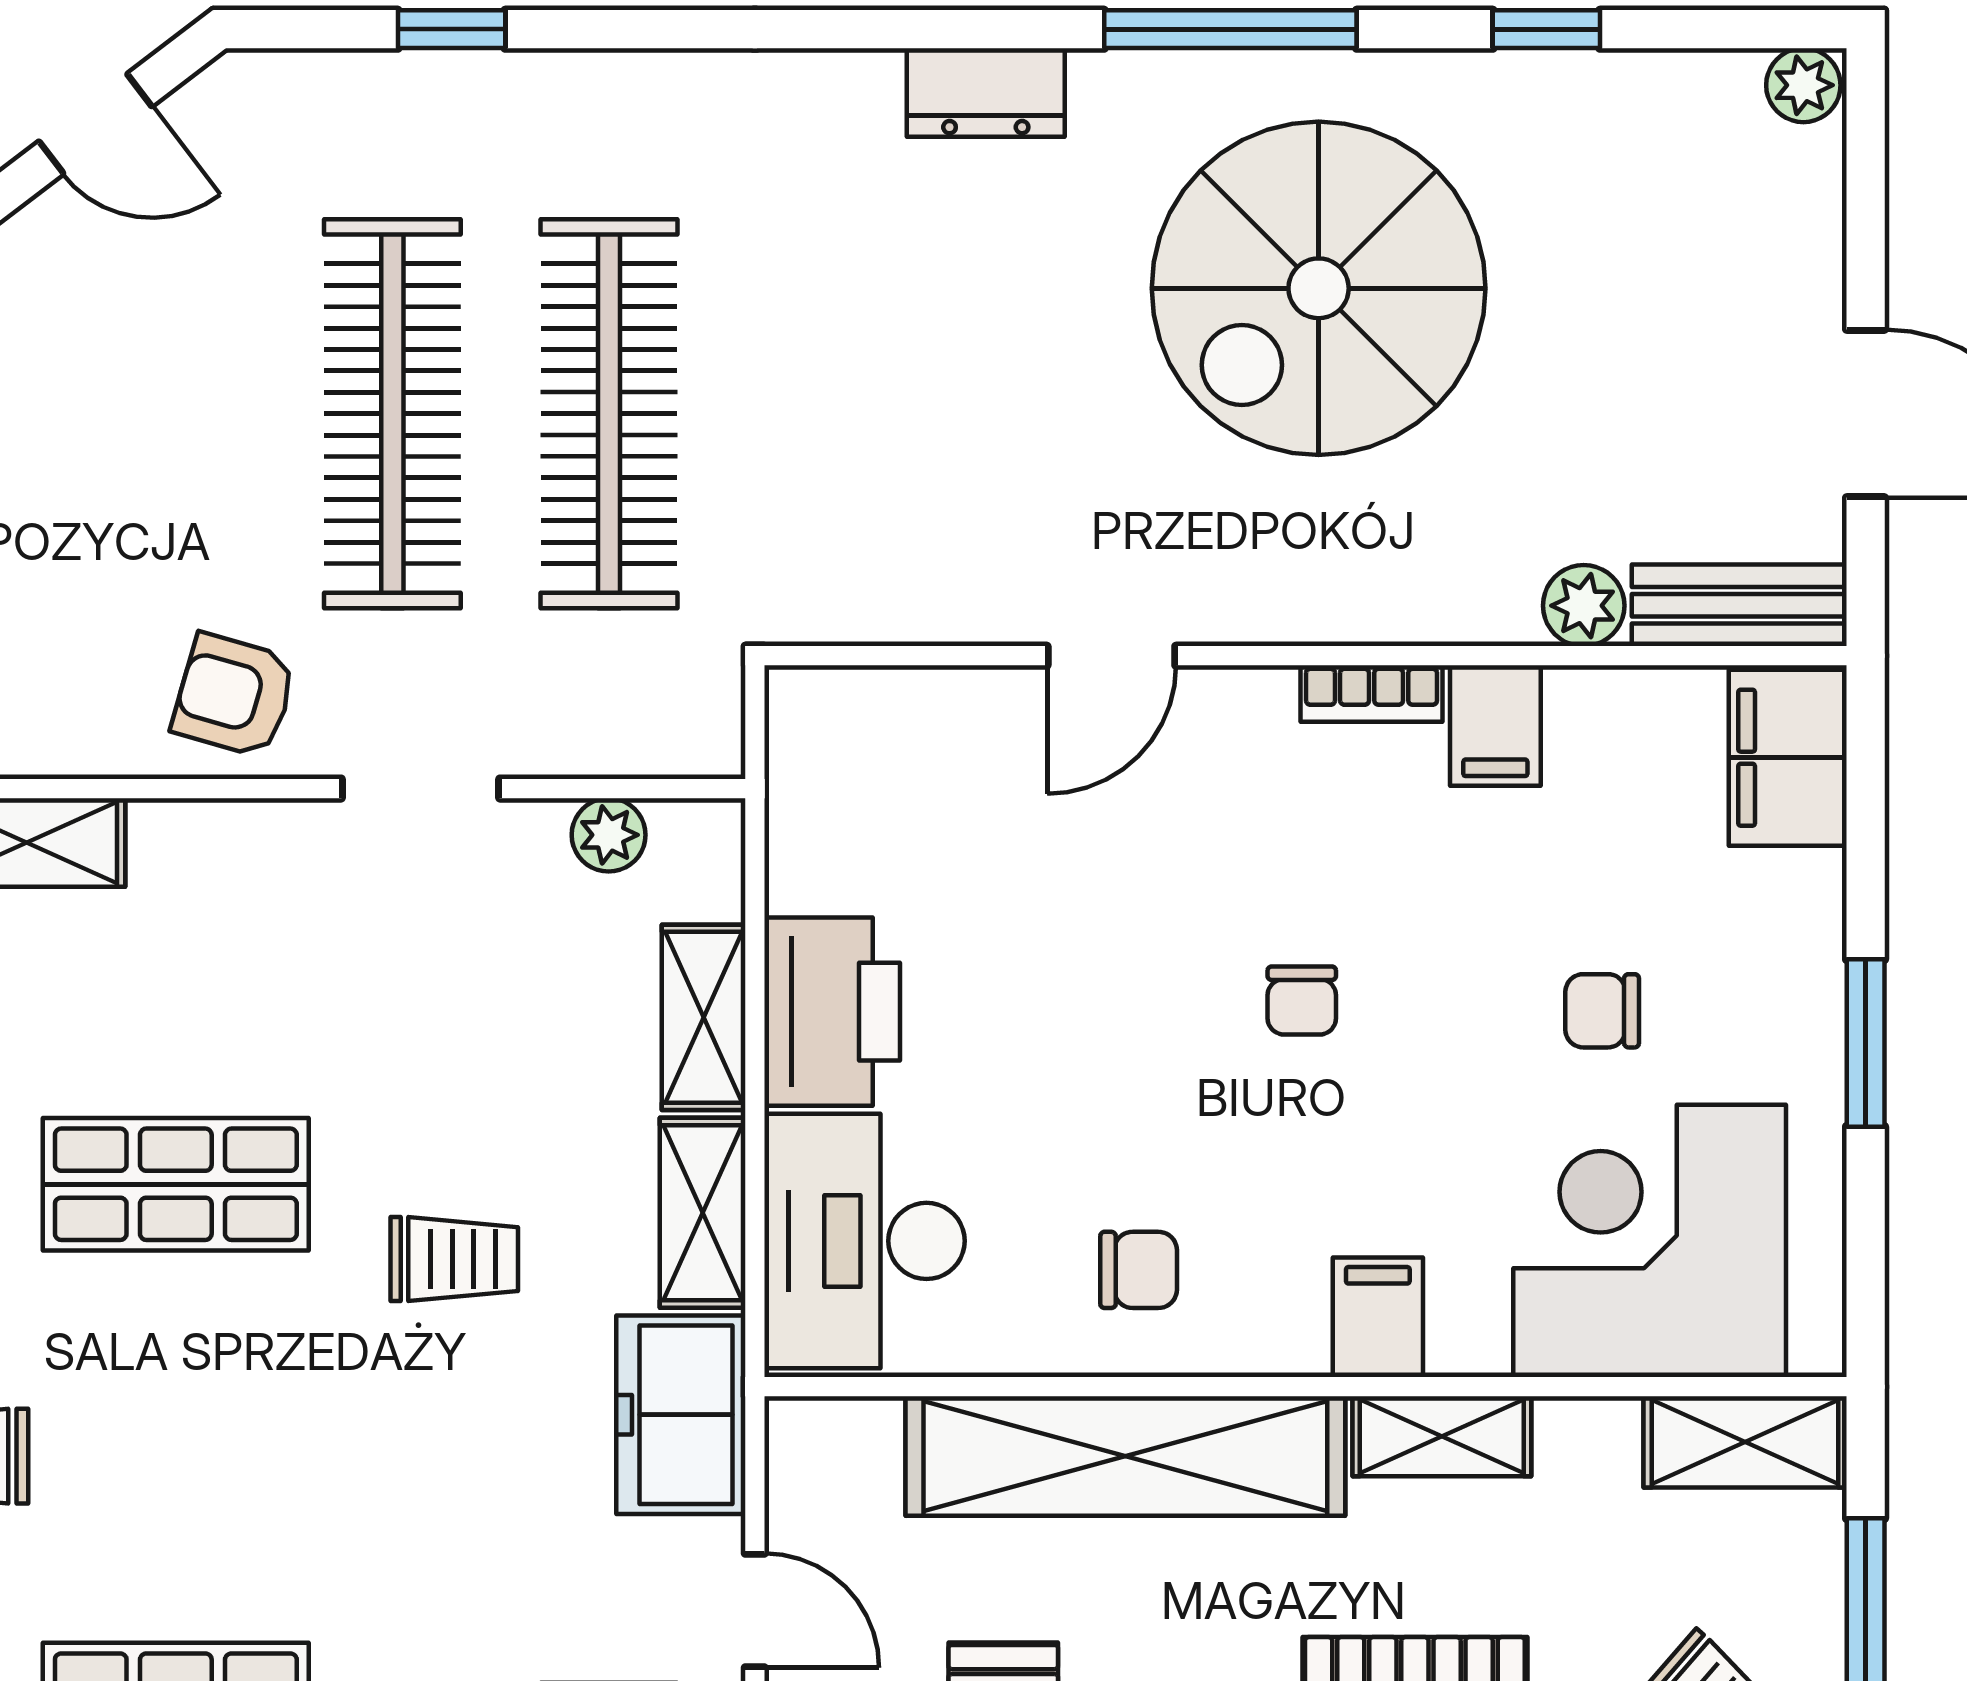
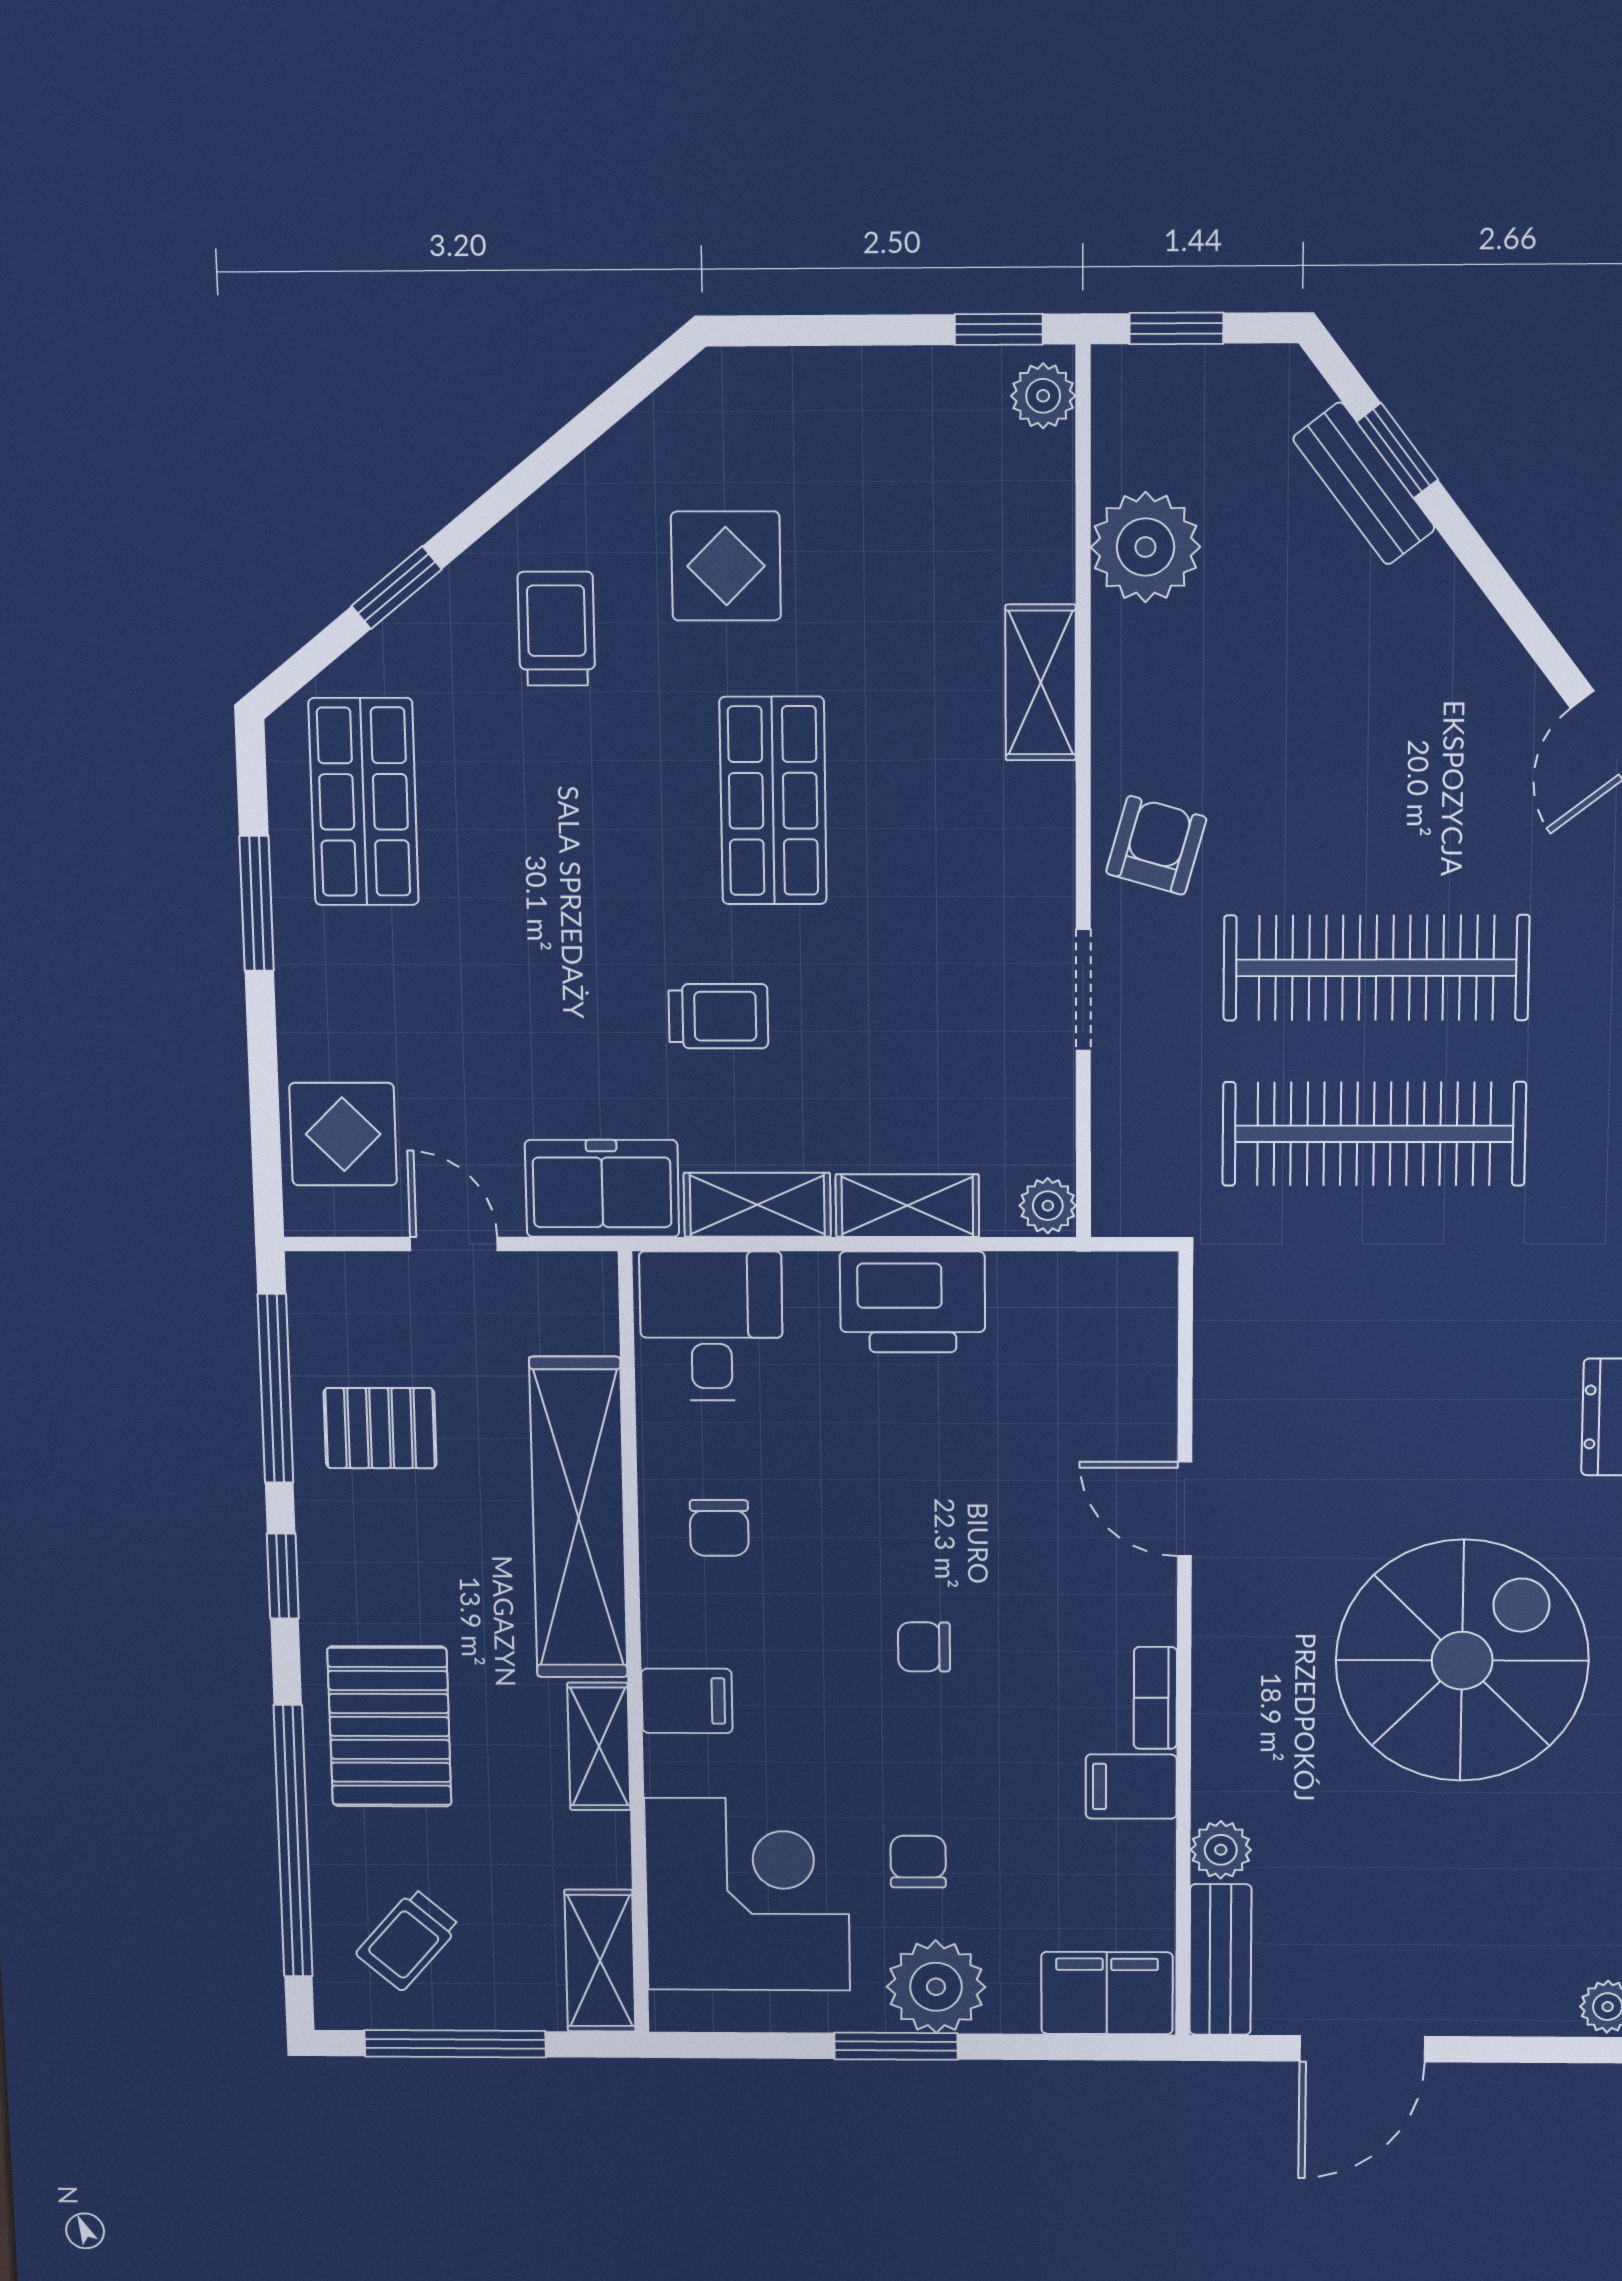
spiral stairs: (1319, 288) -> (1462, 1661), turned 90
plant: (609, 835) -> (1048, 1206), moved
plant: (1780, 988) -> (936, 1987), added
desk: (864, 1241) -> (711, 1326), width x0.73
trolley: (454, 1259) -> (718, 1016), turned -90
door: (755, 1610) -> (454, 1244), swing flipped

